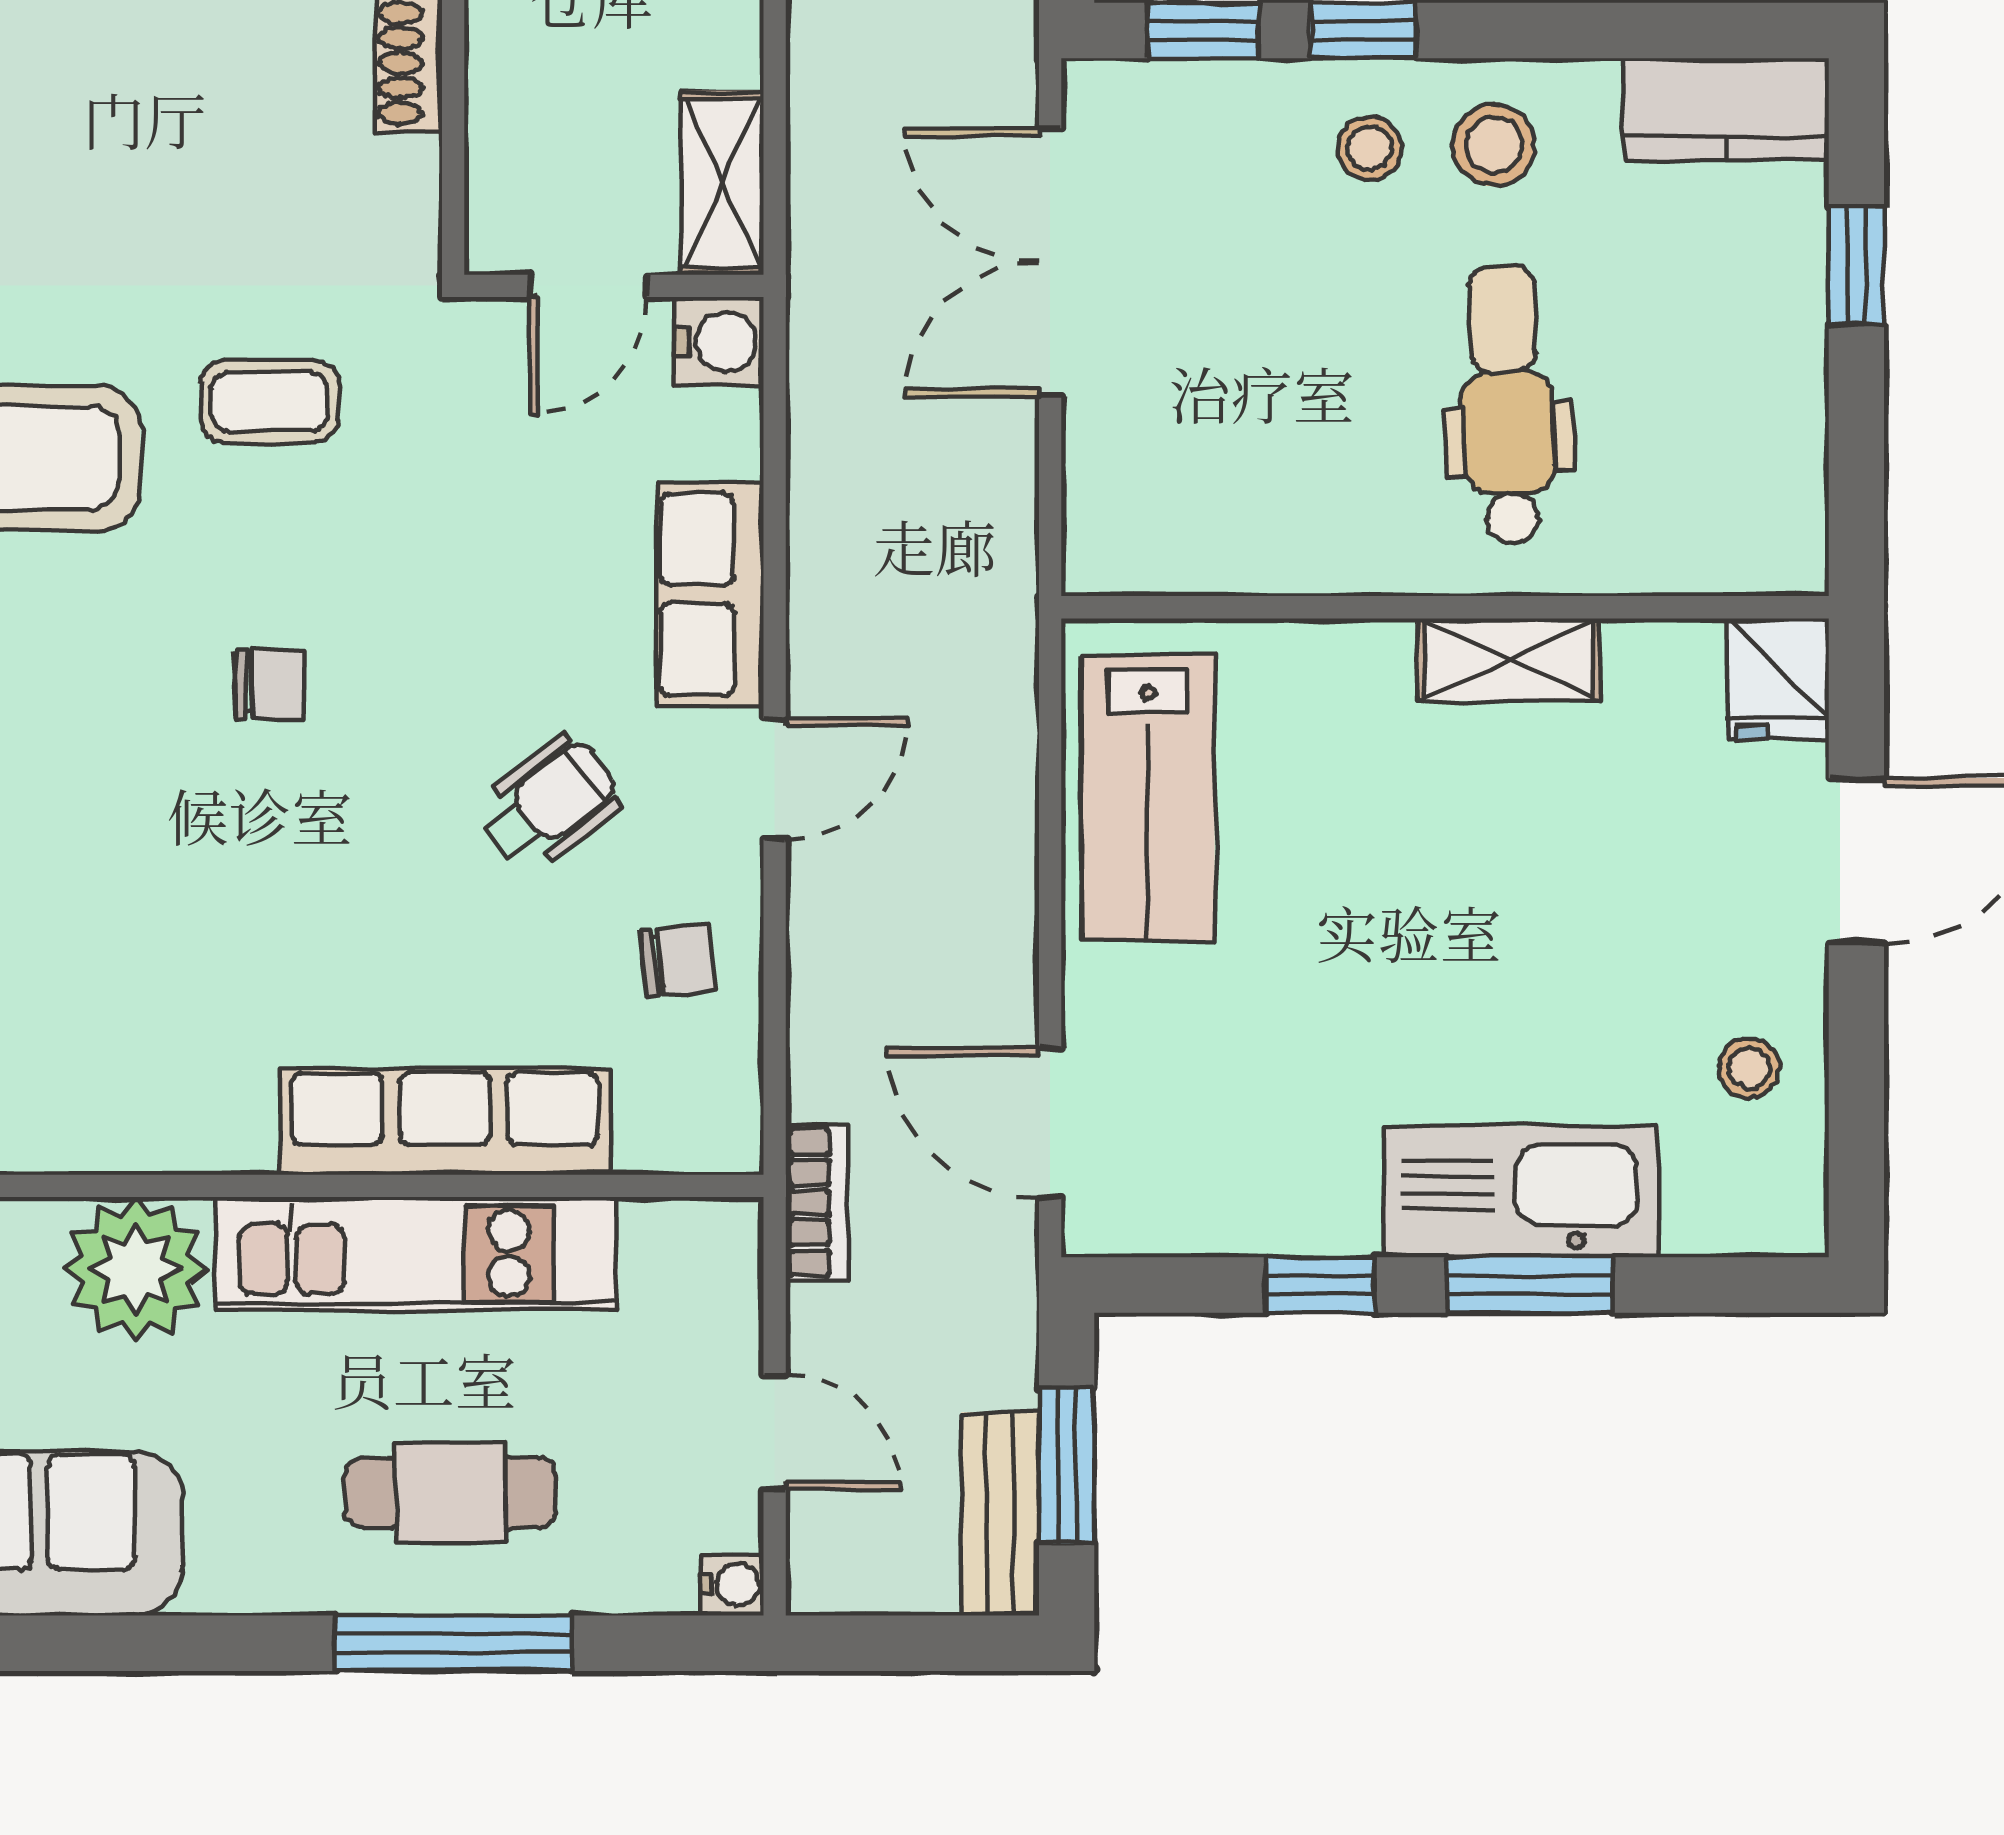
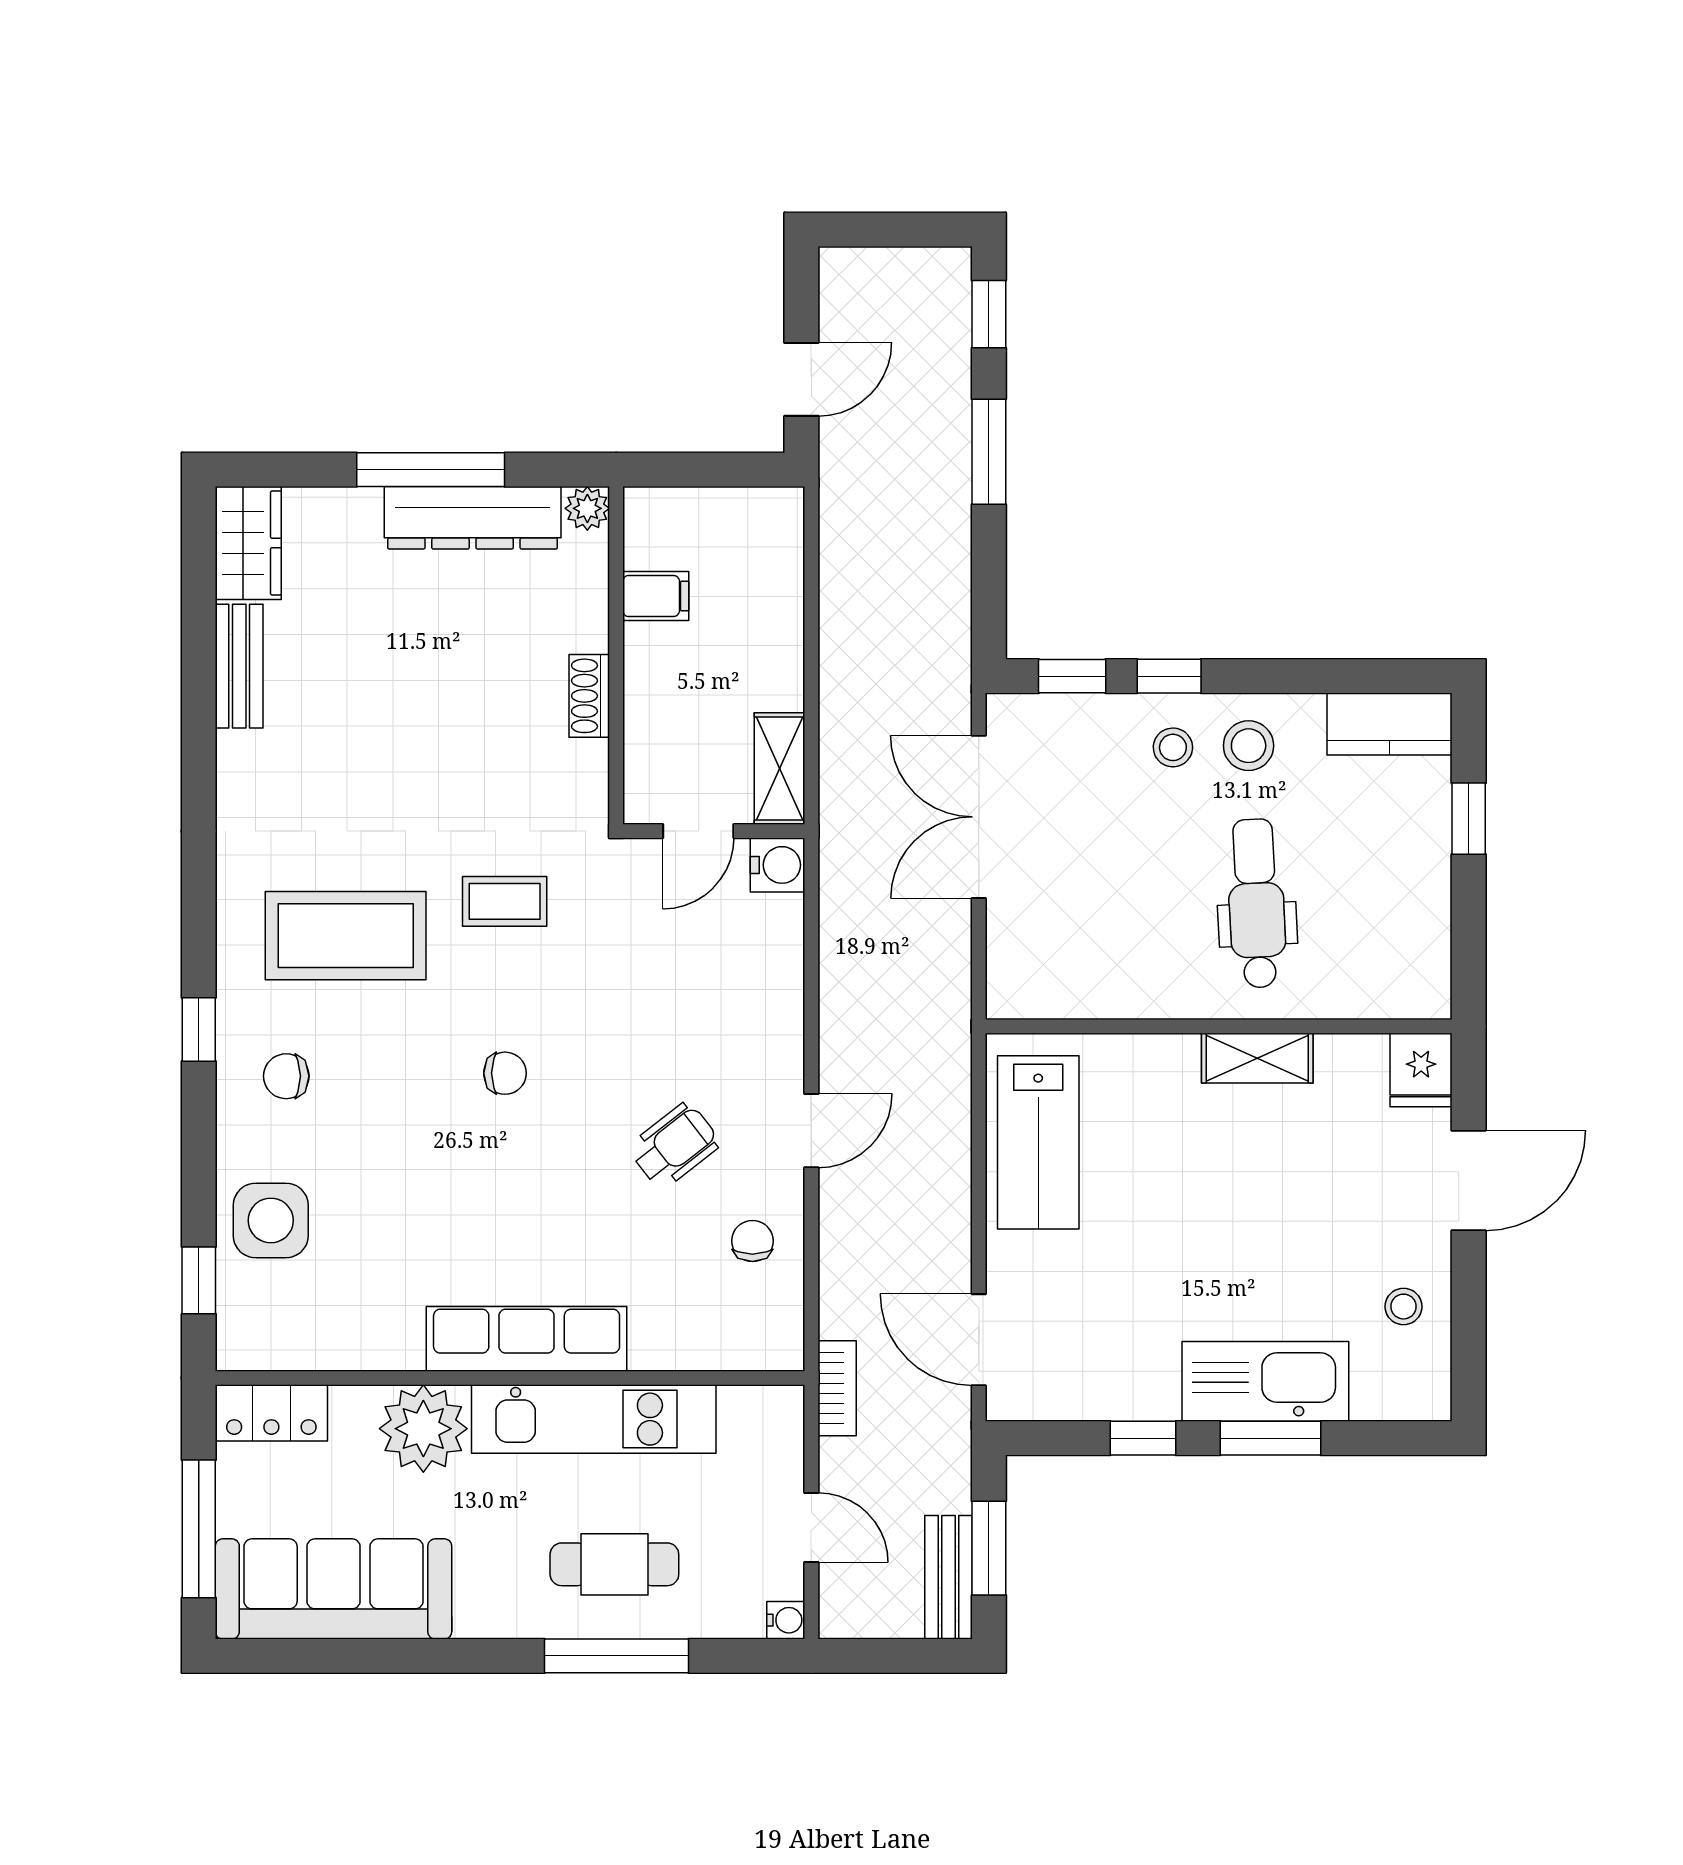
row of seats: (710, 594) -> (772, 1019), removed
chair: (678, 960) -> (752, 1241), turned -84
row of seats: (445, 1122) -> (527, 1339), moved

